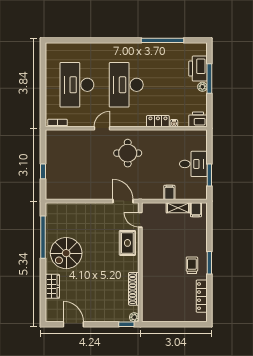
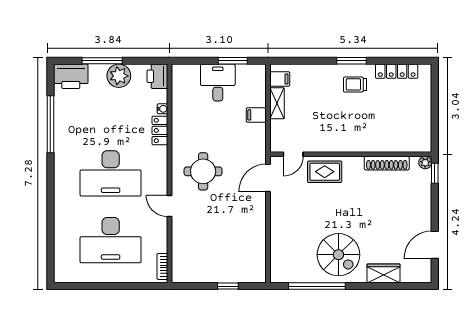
printer: (198, 69) -> (71, 76), moved
plant: (202, 87) -> (119, 76), width x1.88, depth x1.88

